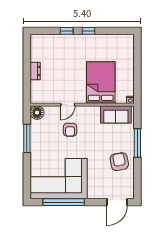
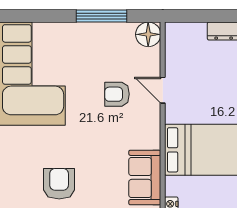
armchair: (119, 162) -> (59, 184), turned -79

